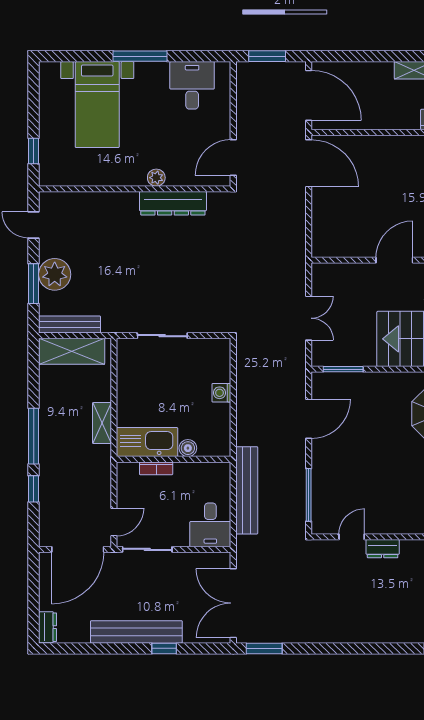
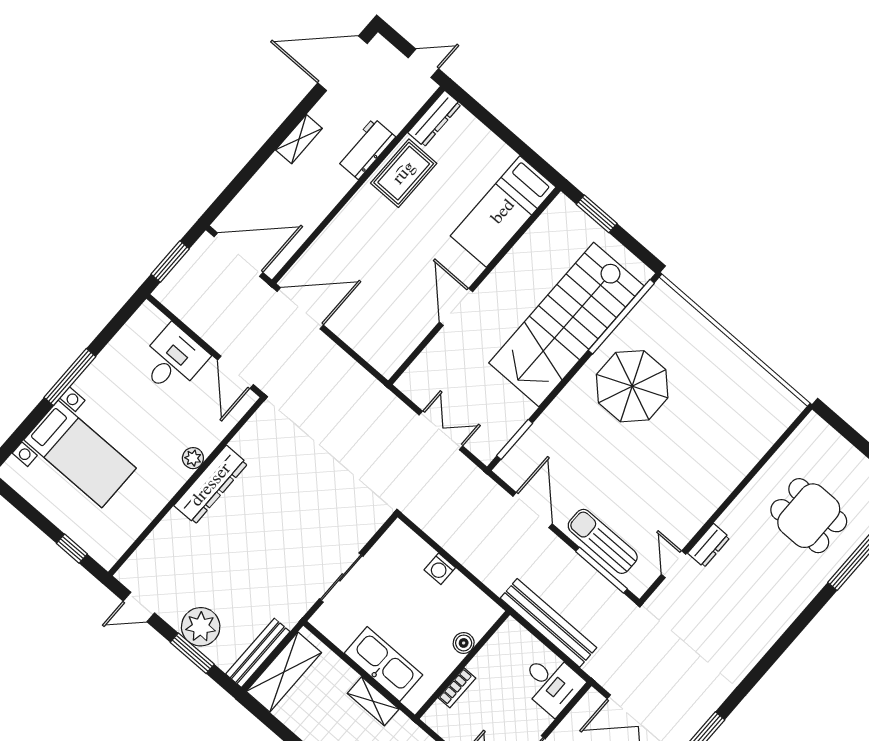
desk: (192, 85) -> (173, 360), moved, turned 90
dresser: (173, 203) -> (211, 485), moved
kitchen sink: (147, 442) -> (383, 664), moved, turned 90
sun lounger: (327, 480) -> (603, 541), added

